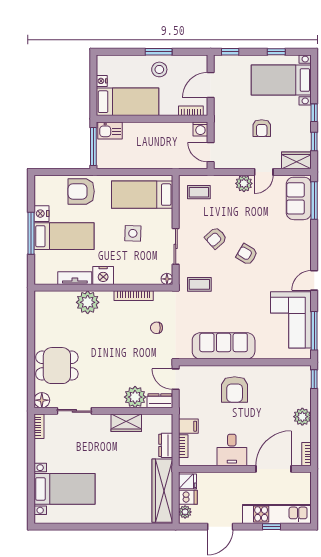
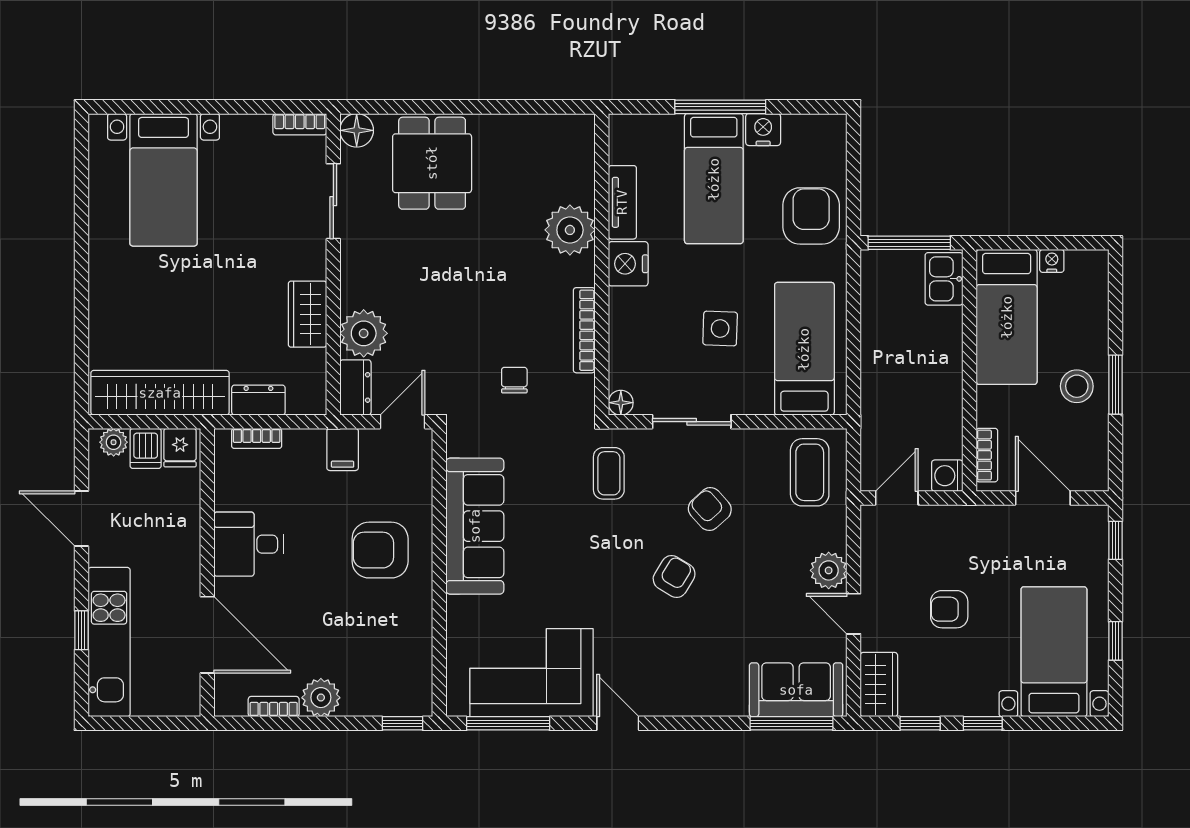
coffee table: (199, 192) -> (810, 472), width x1.36, depth x1.30
filing cabinet: (188, 426) -> (343, 449), moved
bookcase: (306, 454) -> (274, 707), moved

